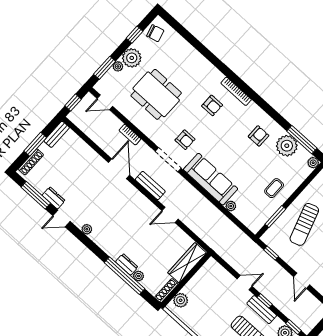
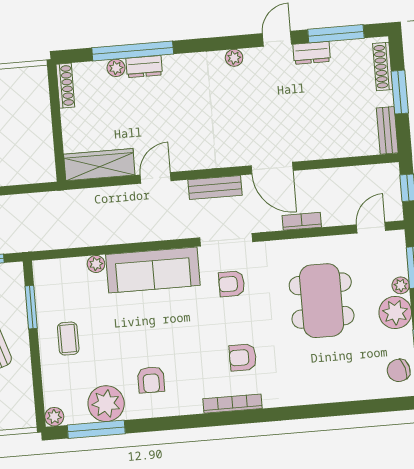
dining table: (156, 94) -> (322, 301), turned 90
wardrobe: (187, 263) -> (99, 165), moved, turned -90
plant: (181, 300) -> (37, 92), removed

